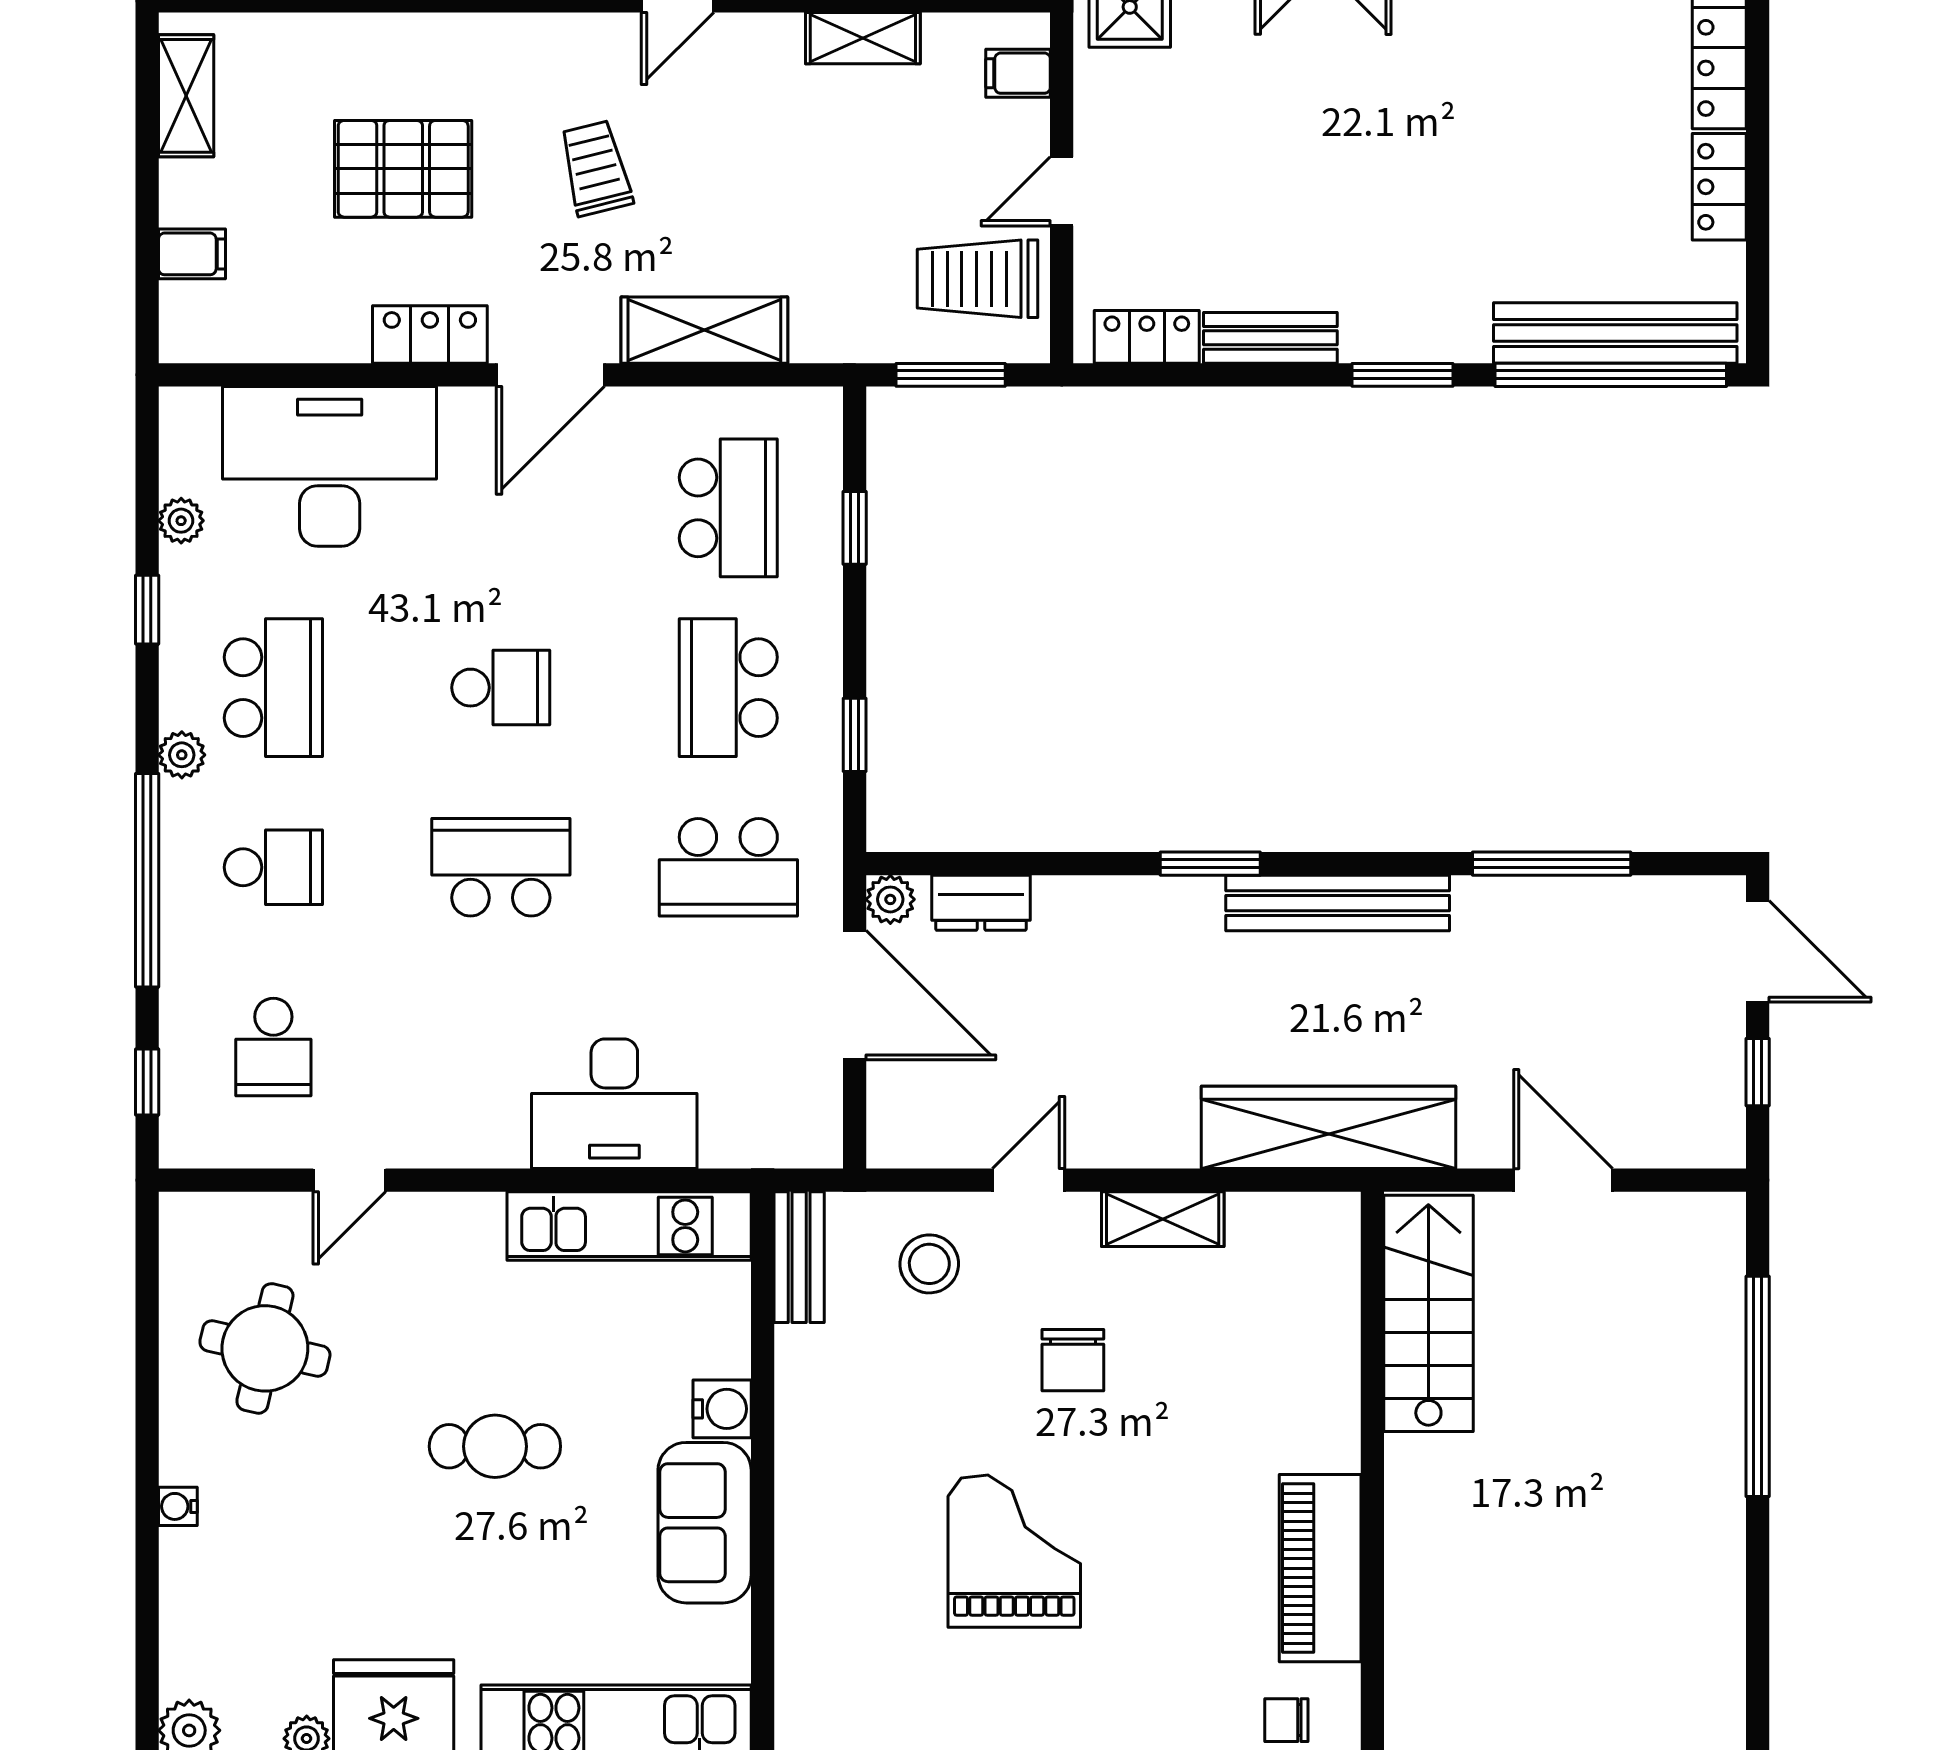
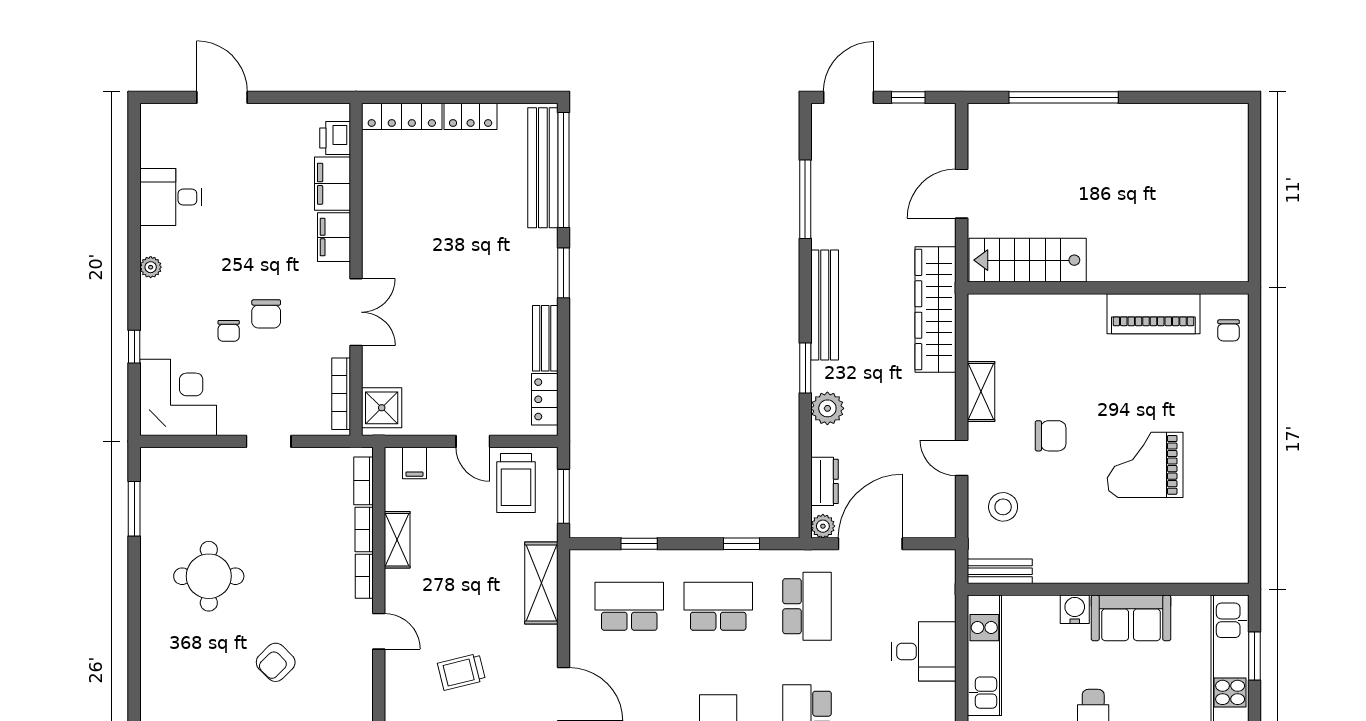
shelving: (704, 330) -> (541, 583), moved
school desk: (728, 688) -> (718, 606), turned 180
plant: (1129, 909) -> (827, 408), added
desk: (614, 1104) -> (924, 651), width x0.73

